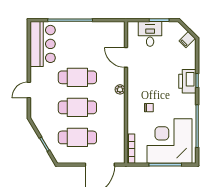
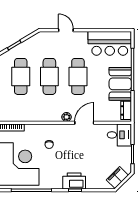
dresser: (113, 27) -> (126, 110), added
booth: (85, 33) -> (120, 84), added
desk: (150, 34) -> (119, 135), moved
filing cabinet: (187, 40) -> (117, 178), width x2.00
door: (126, 57) -> (84, 123), moved

